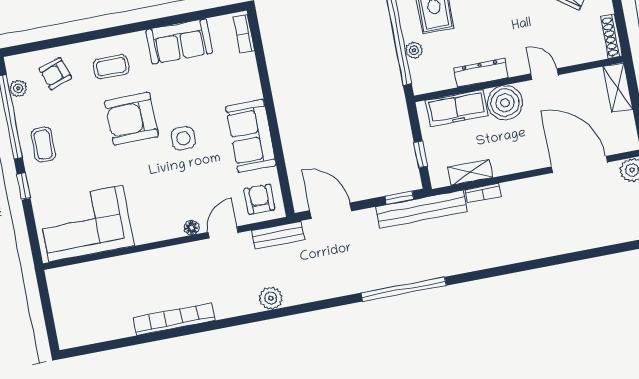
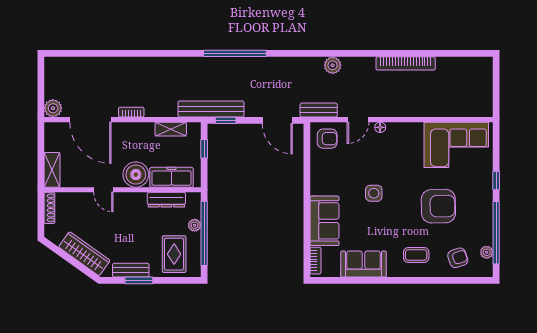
dresser: (481, 73) -> (166, 200), moved
armchair: (131, 119) -> (438, 206), moved
sofa: (251, 136) -> (325, 221), moved
coffee table: (43, 145) -> (476, 208), removed
bookcase: (483, 193) -> (131, 112), moved
armchair: (259, 199) -> (327, 139), turned -90

